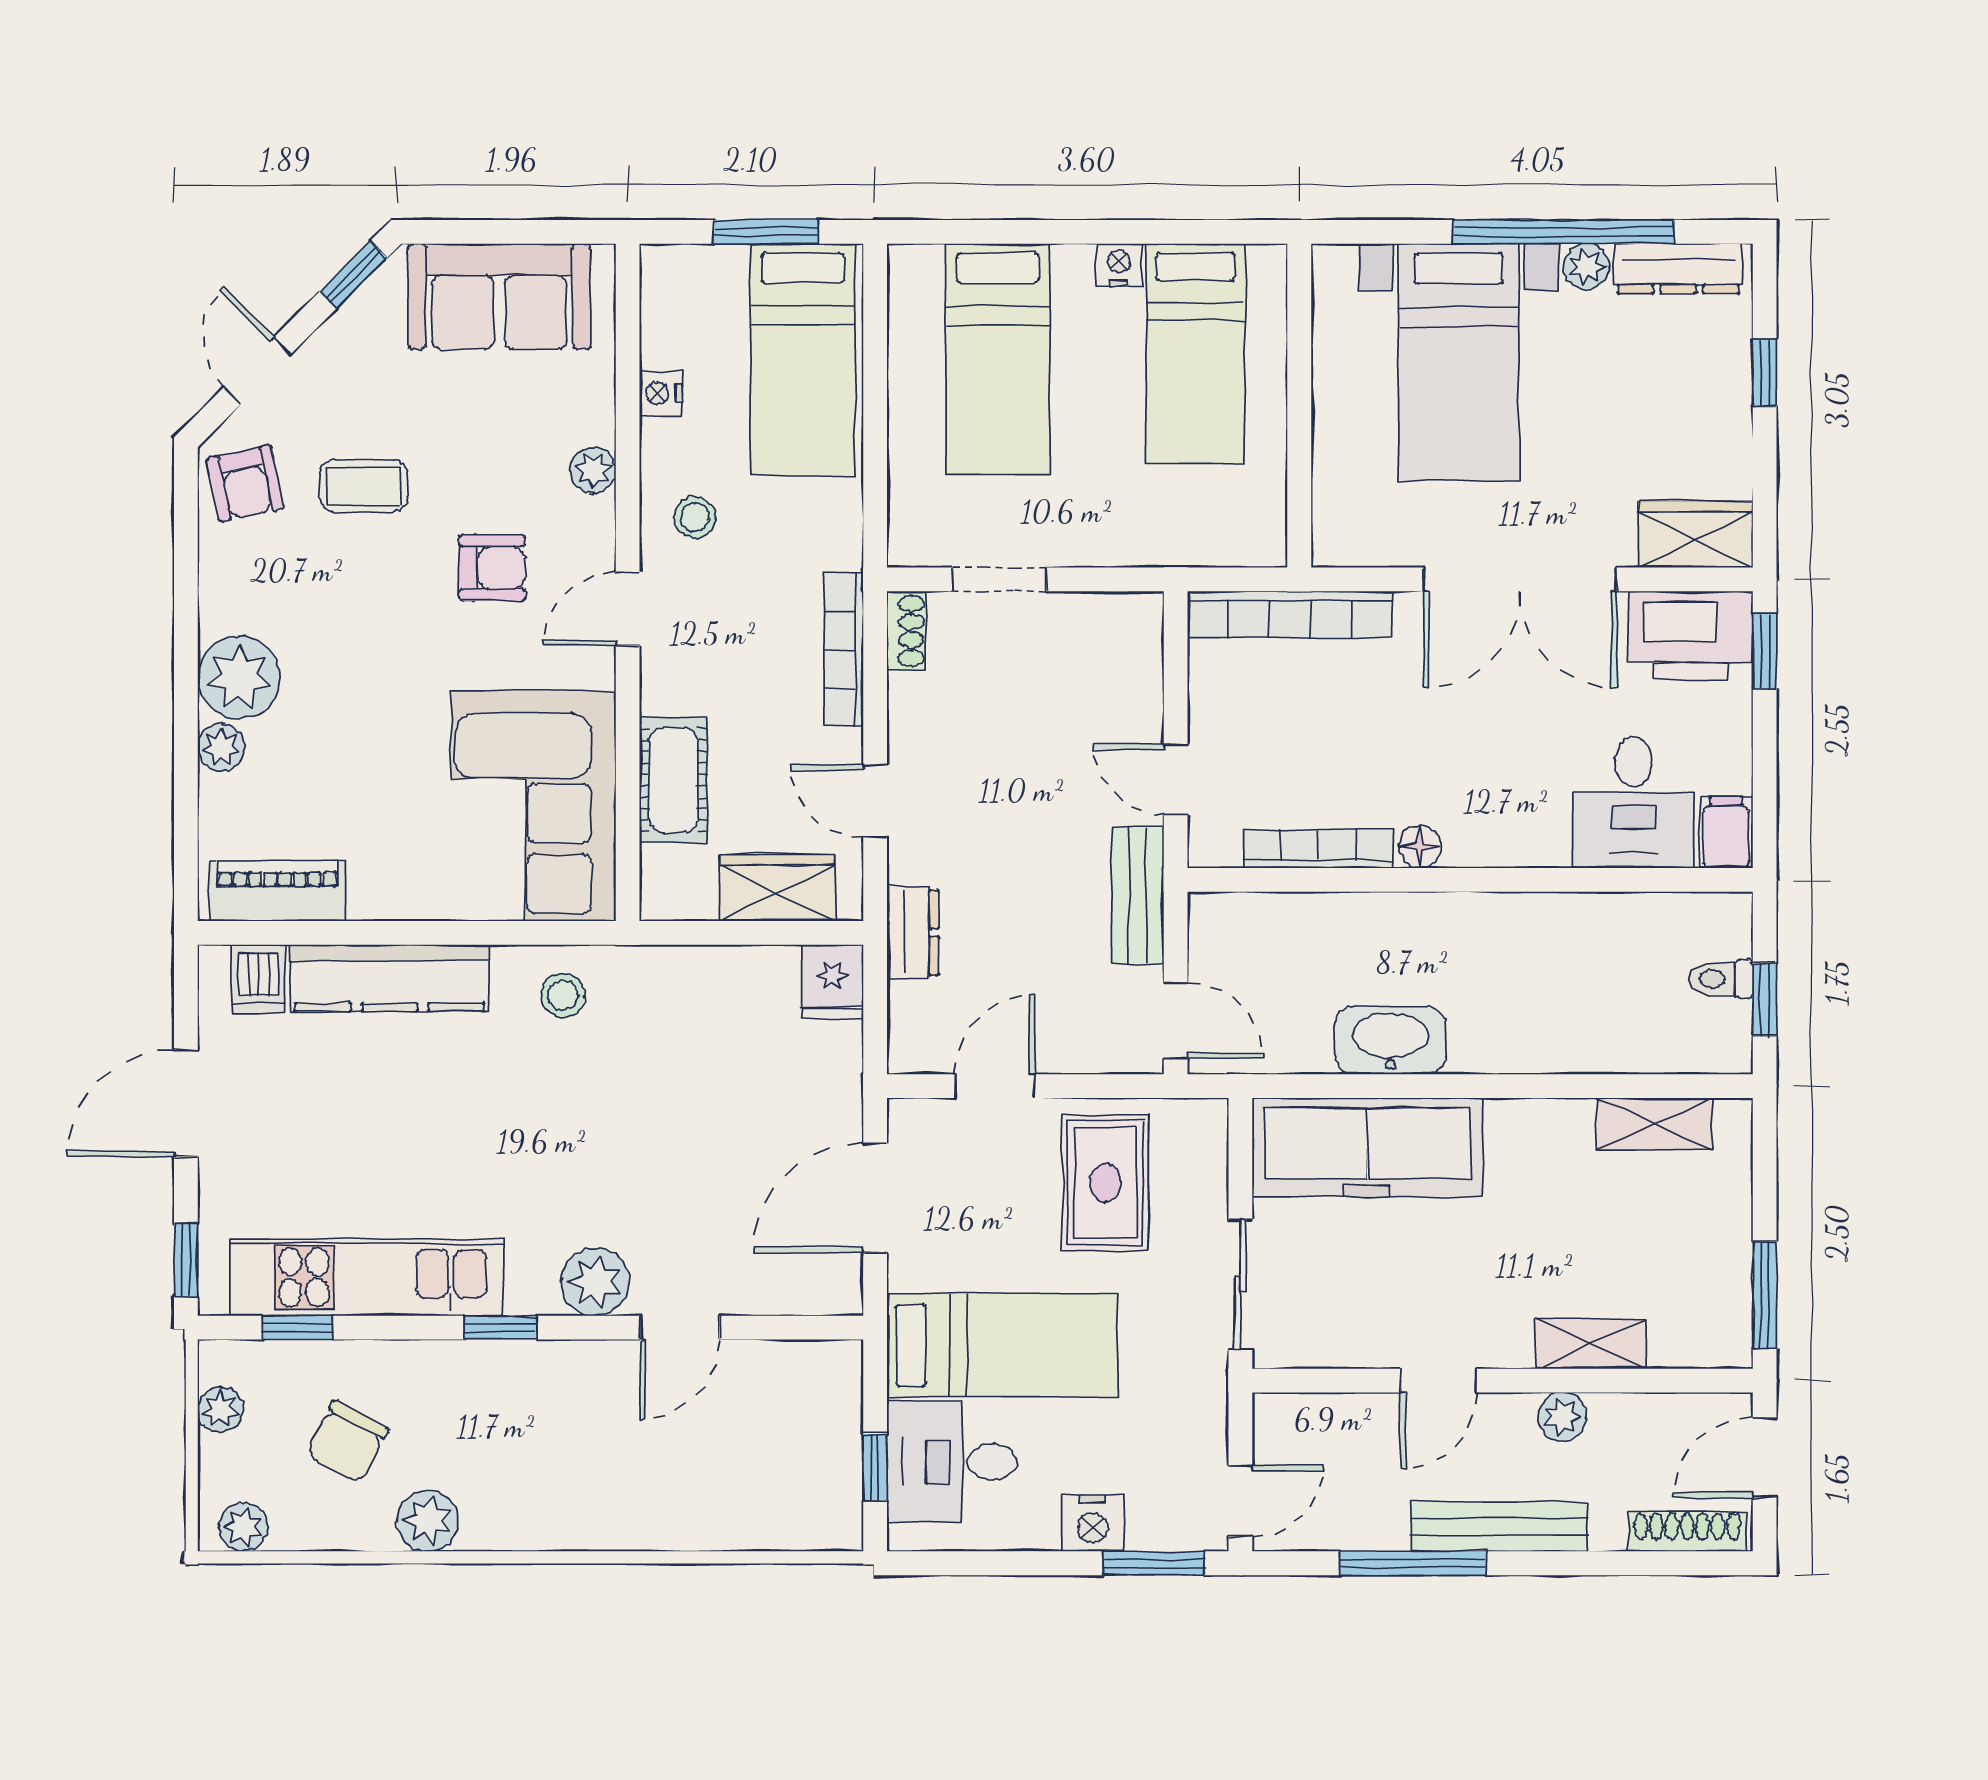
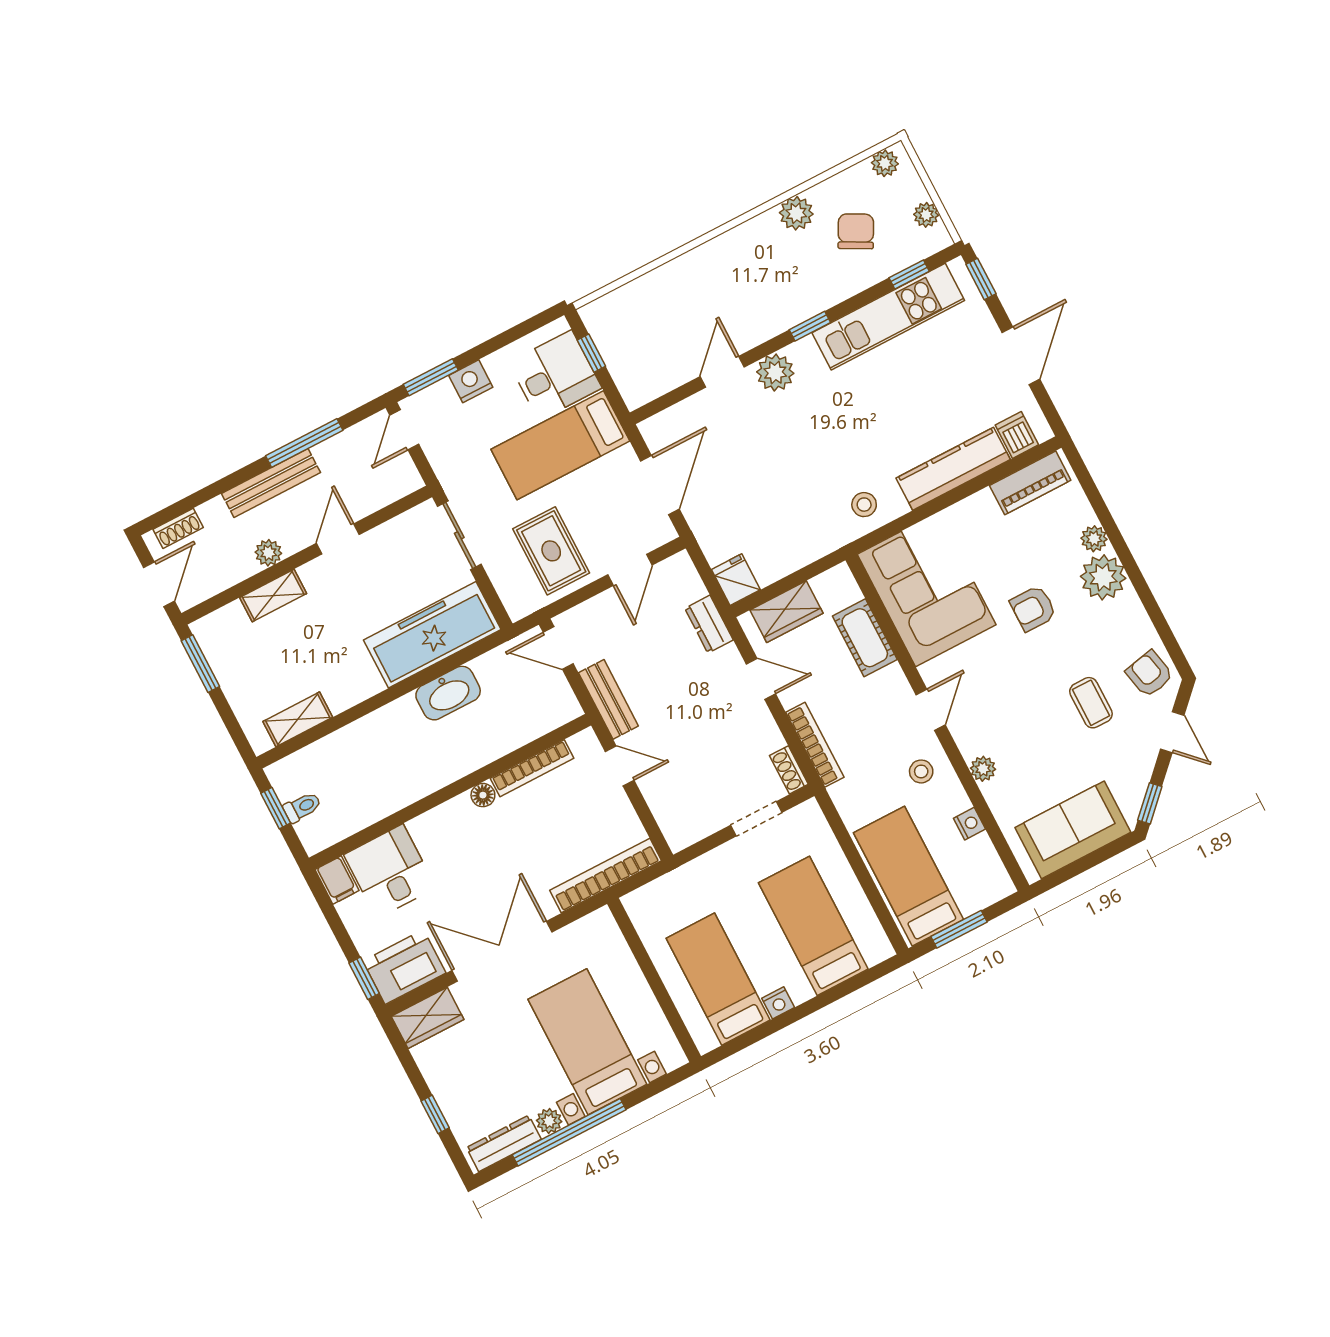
coffee table: (364, 486) -> (1091, 703), turned 90
armchair: (492, 568) -> (1033, 608), moved
shoe rack: (1687, 1531) -> (178, 528), width x0.70

